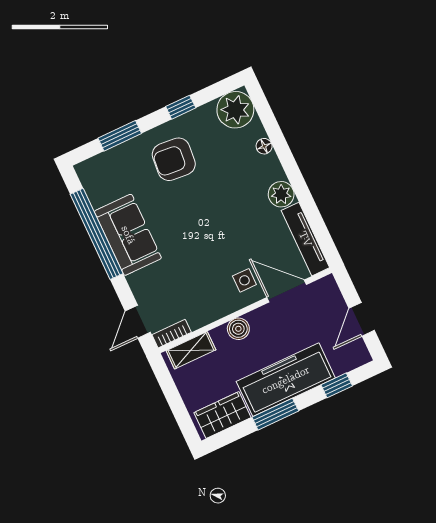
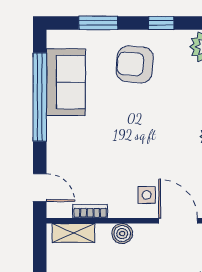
sofa: (128, 235) -> (66, 82), moved
door: (138, 322) -> (40, 188), swing flipped
bookcase: (172, 334) -> (90, 211), moved

